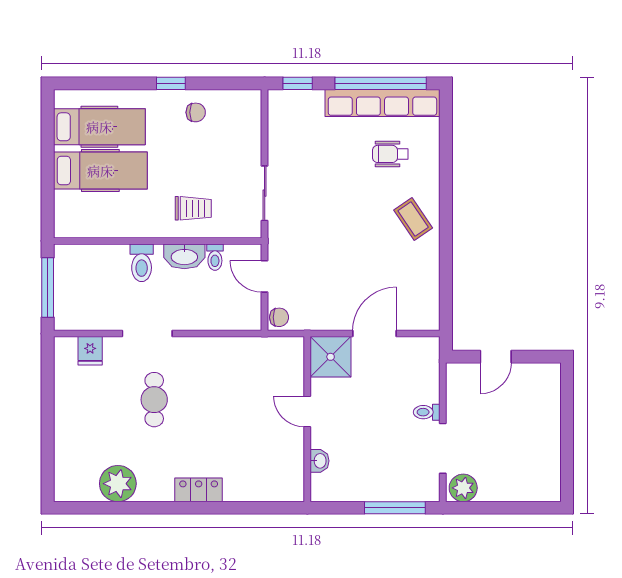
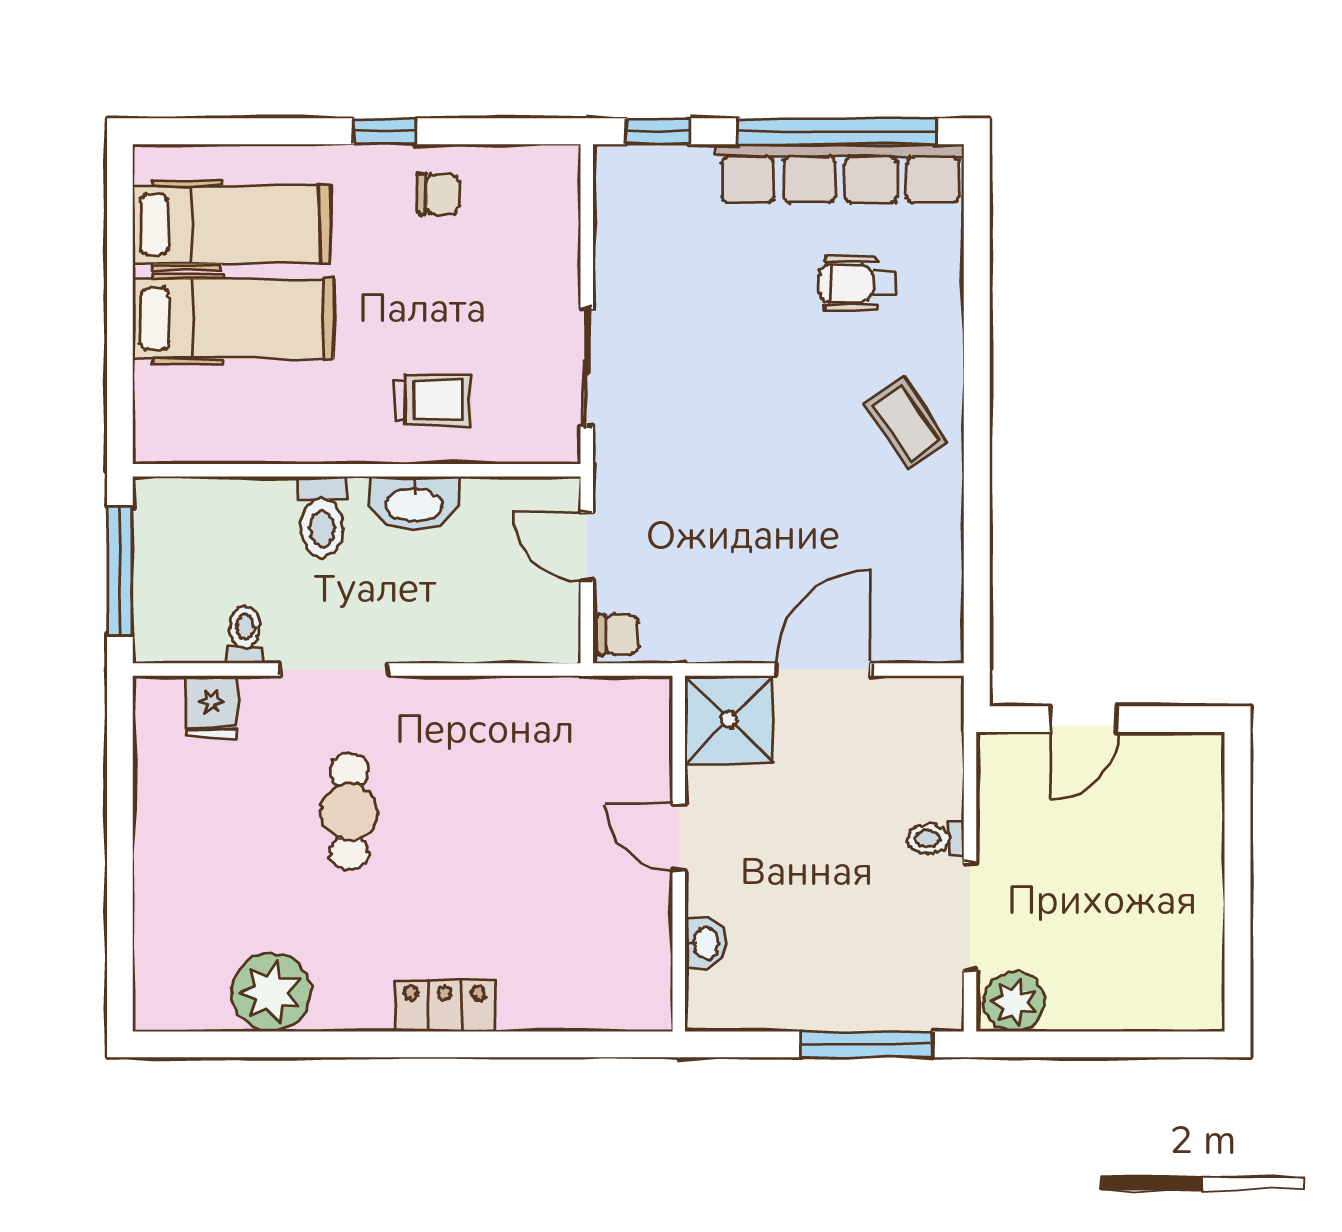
toilet: (215, 257) -> (245, 635), moved, turned 180

